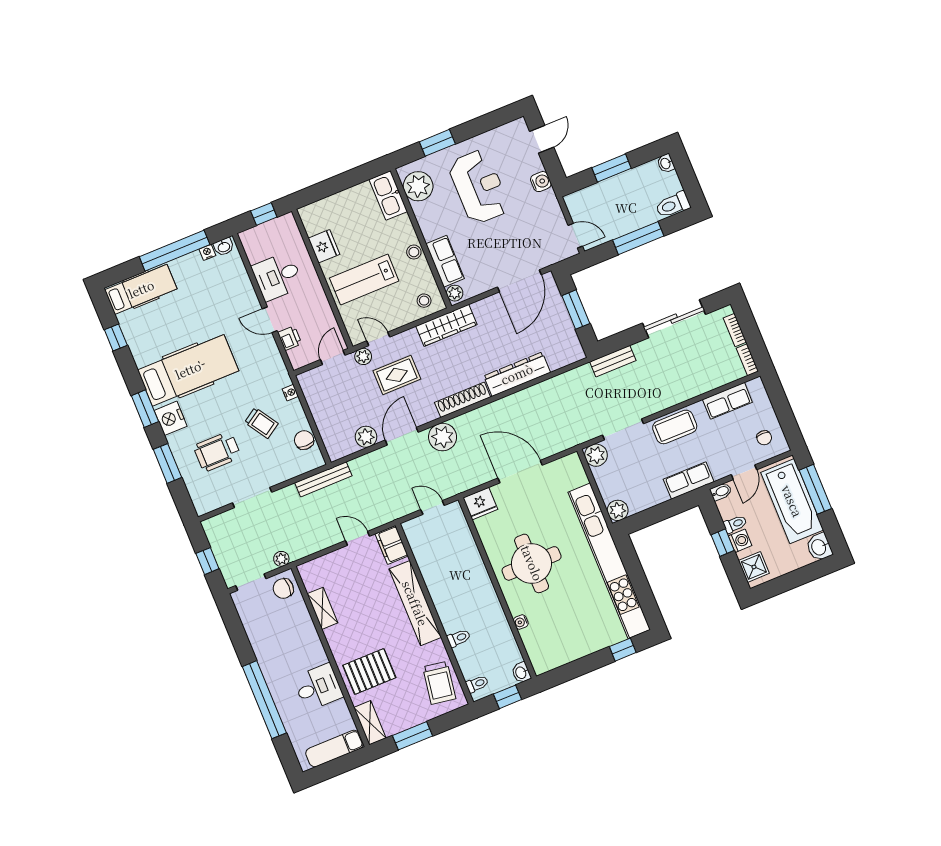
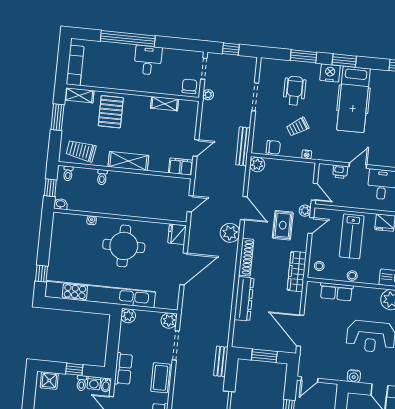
lab bench: (364, 279) -> (352, 236), turned 180
plant: (455, 293) -> (314, 287), removed
plant: (366, 437) -> (257, 164), moved
washing machine: (740, 541) -> (94, 383), moved
shelving: (415, 603) -> (128, 161), width x0.68
desk: (318, 687) -> (148, 60), moved, turned 180

